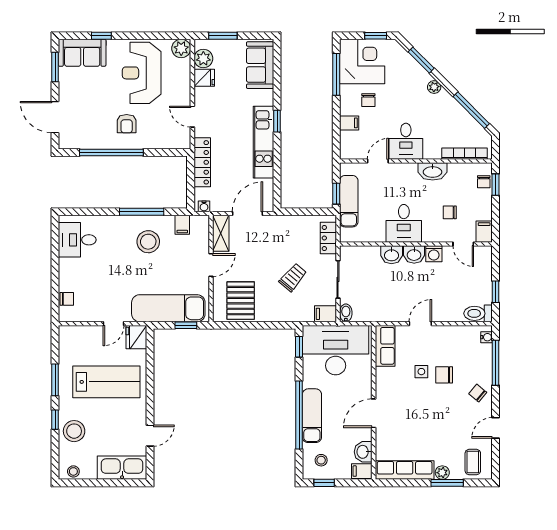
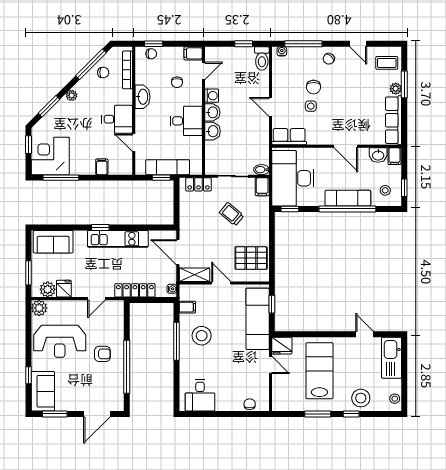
chair: (368, 100) -> (103, 72), moved

